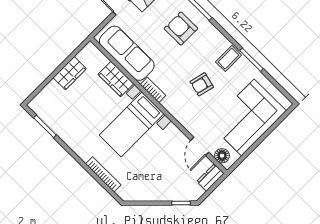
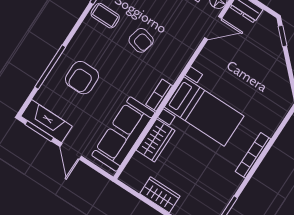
bookcase: (103, 174) -> (253, 155), moved

